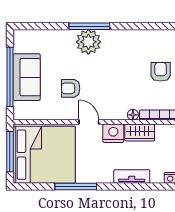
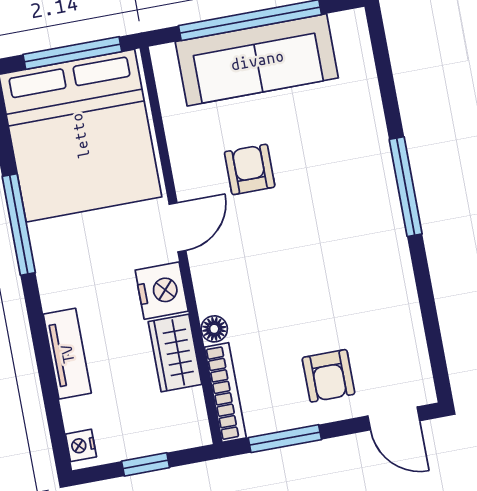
plant: (88, 42) -> (368, 191), removed
armchair: (161, 72) -> (328, 376), turned 90
sofa: (27, 77) -> (257, 60), width x1.36

